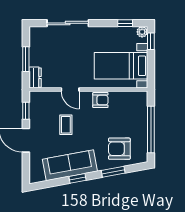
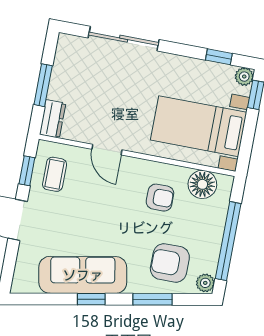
floor lamp: (130, 99) -> (202, 184), added
armchair: (100, 100) -> (160, 198), moved
coffee table: (66, 125) -> (55, 174), moved
plant: (142, 156) -> (205, 283), added

